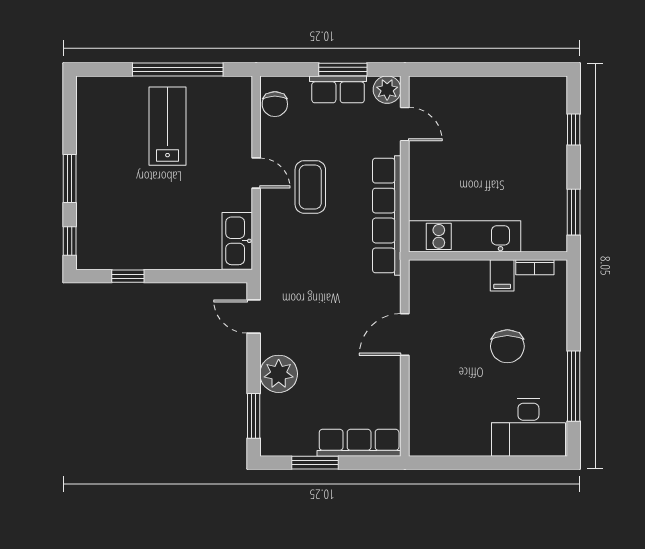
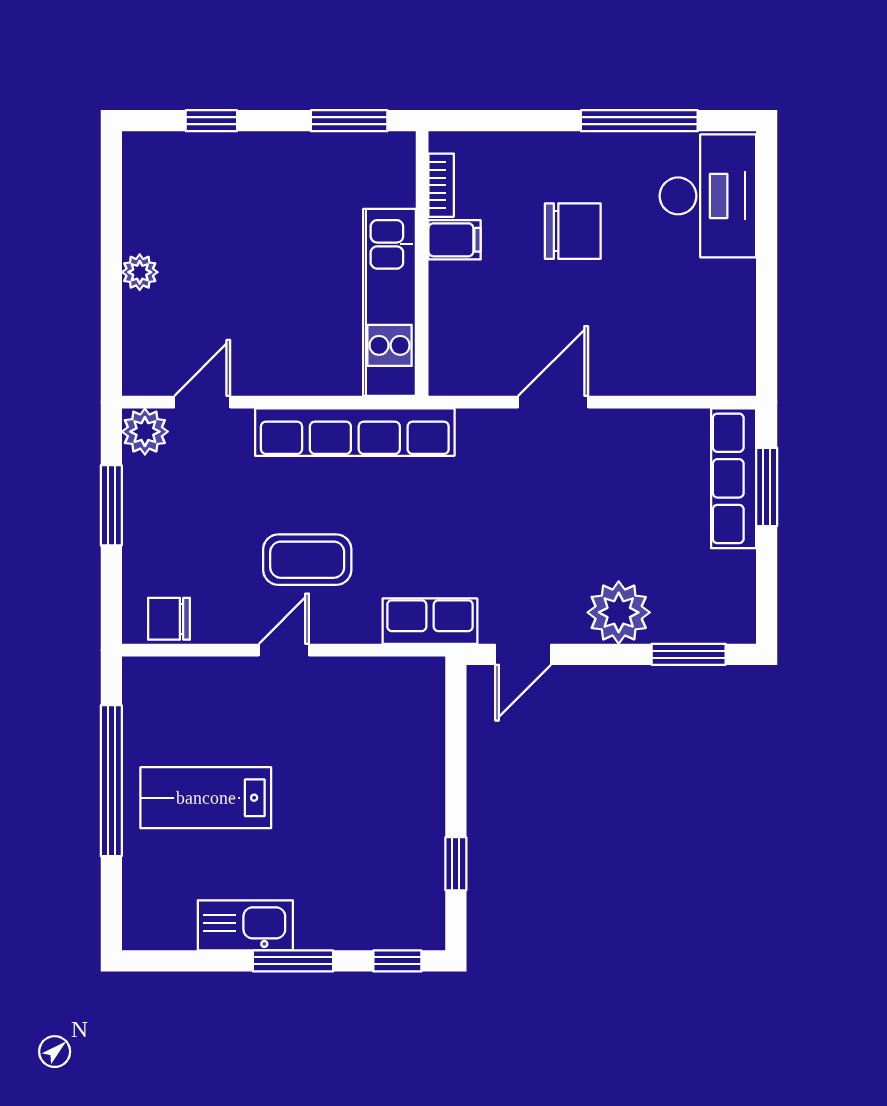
plant: (483, 87) -> (140, 272), added
row of seats: (338, 89) -> (430, 621), moved, turned -90
chair: (275, 104) -> (169, 619), turned 180
kitchen sink: (237, 241) -> (245, 925), moved, turned 180
door: (405, 335) -> (553, 402), swing flipped
window: (315, 463) -> (767, 487), moved

